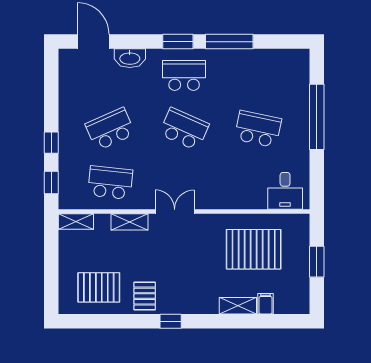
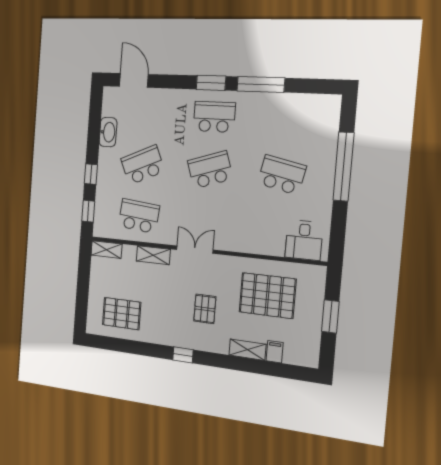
washbasin: (130, 58) -> (108, 132), moved, turned -90
school desk: (184, 129) -> (210, 170), turned -42
pallet: (145, 296) -> (205, 309), moved

